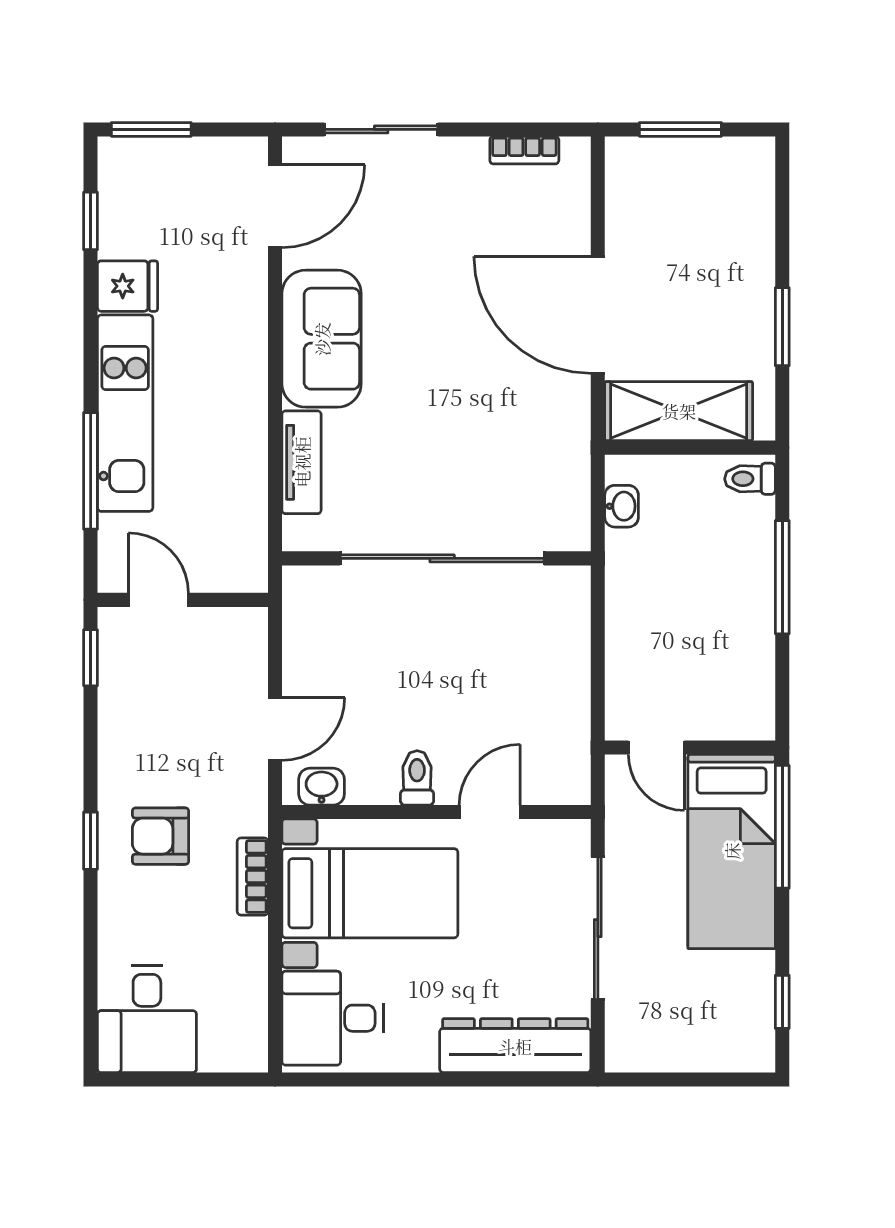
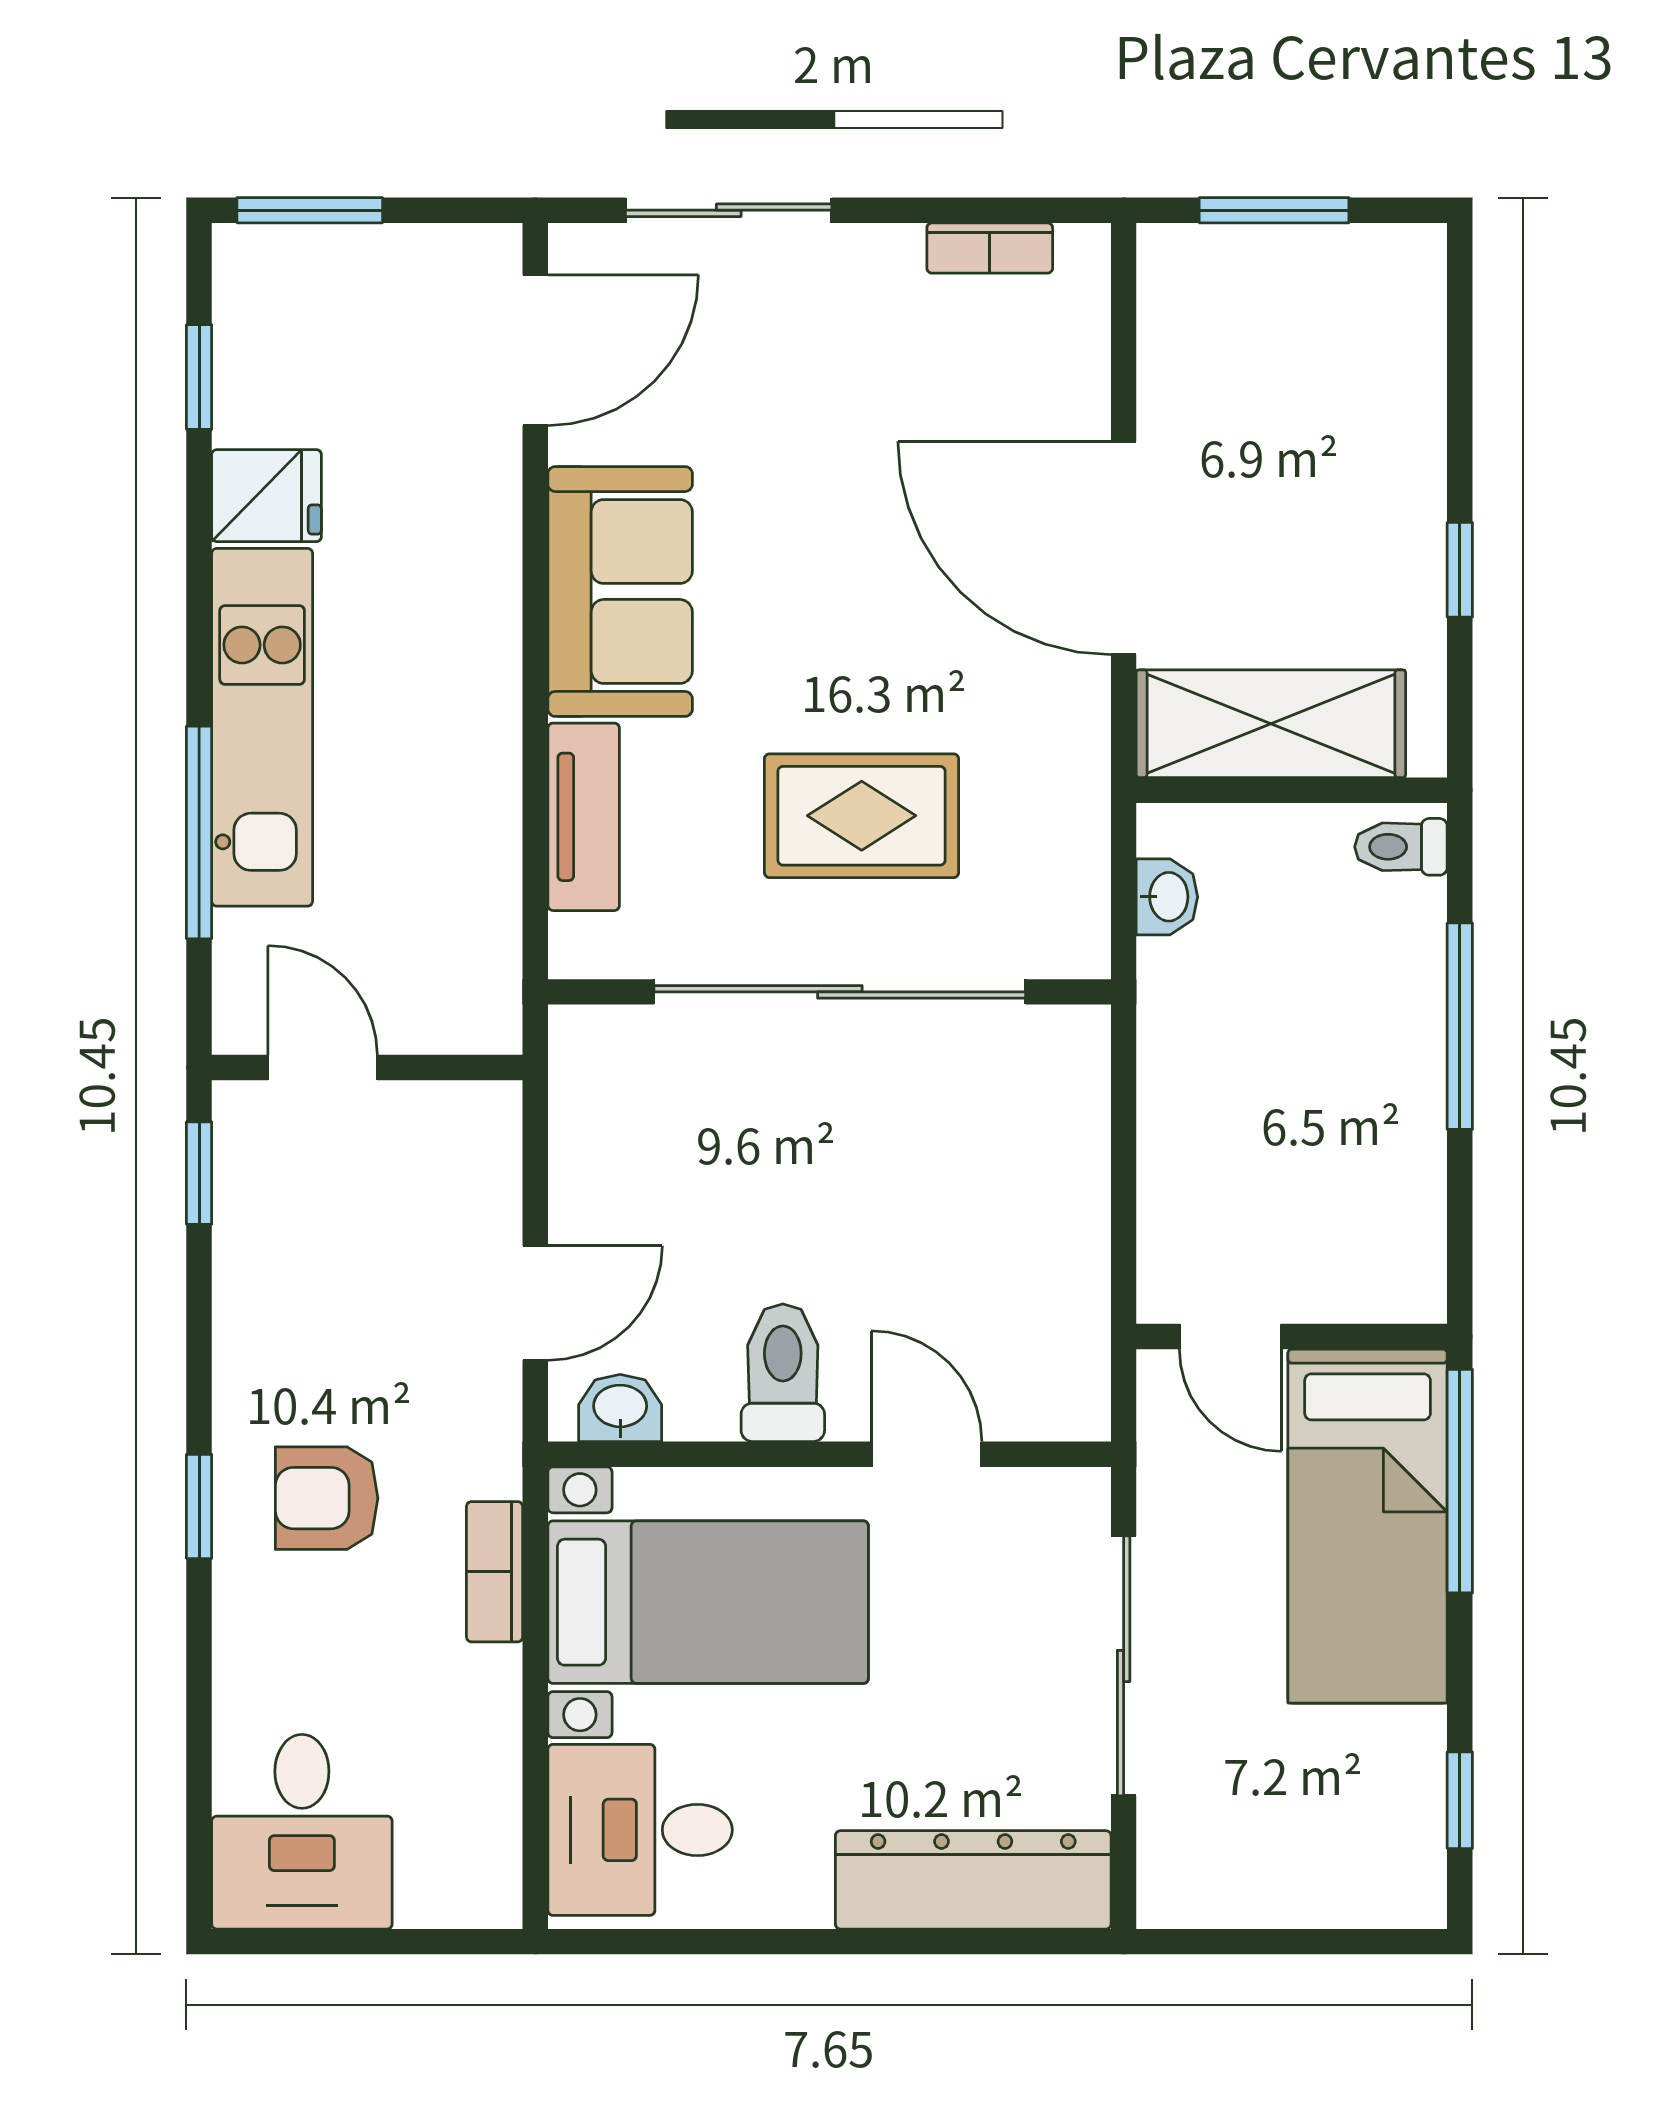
window: (782, 327) -> (1460, 570), width x0.67
rug: (454, 462) -> (862, 816), added
toilet: (417, 778) -> (783, 1373), width x1.37, depth x1.39
door: (490, 812) -> (926, 1454), hinge flipped

